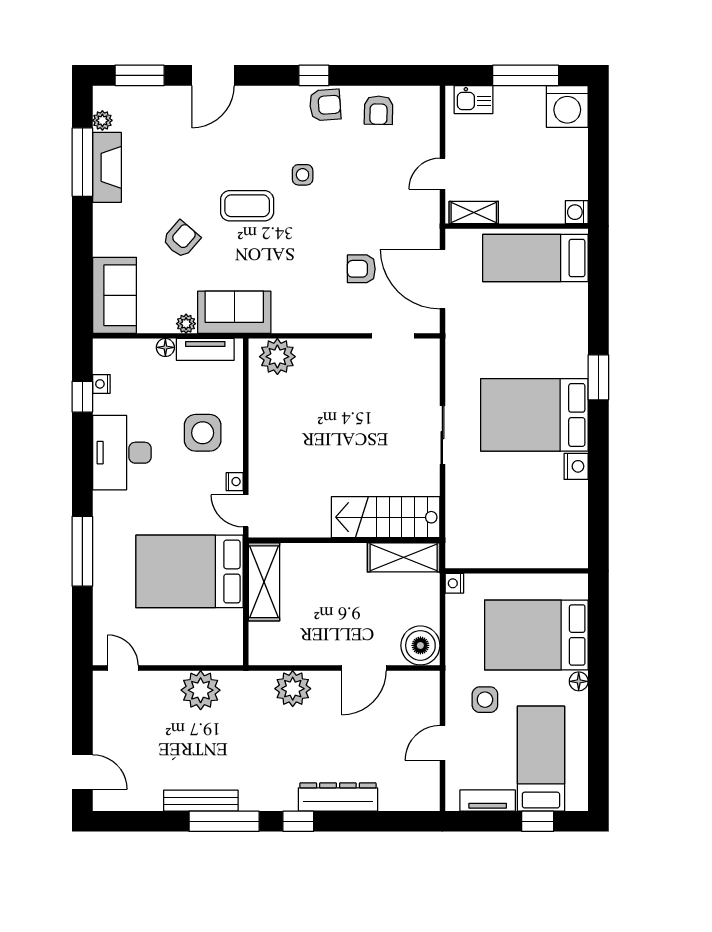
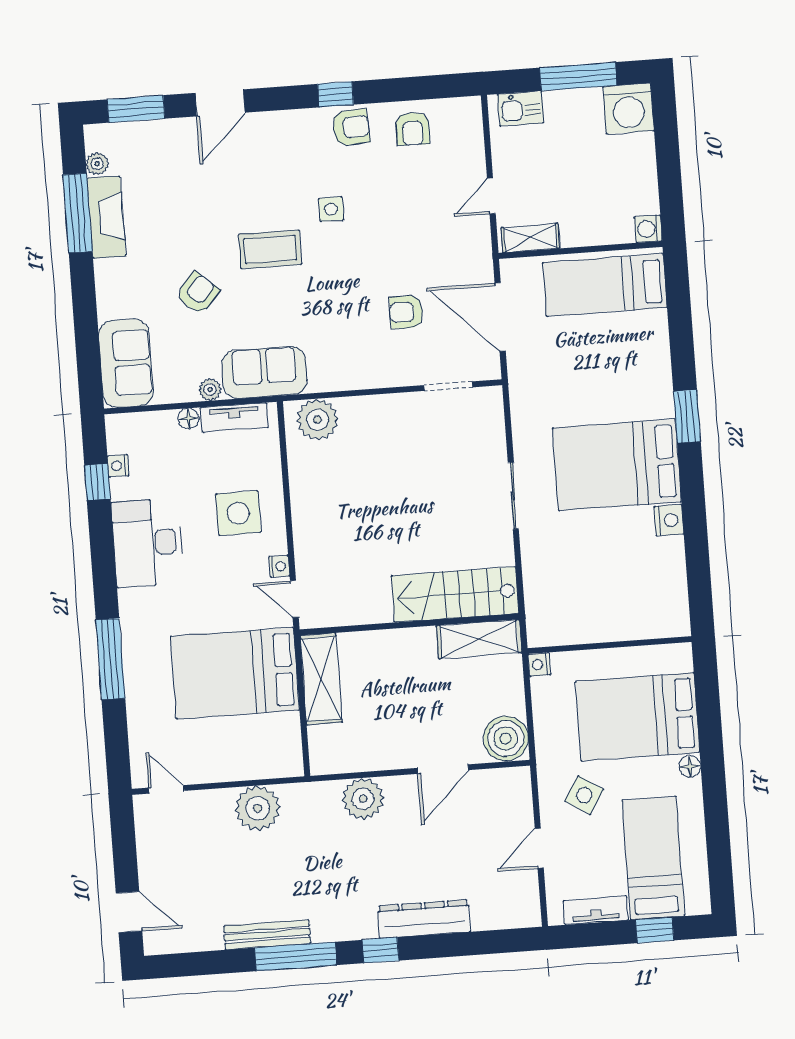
side table: (485, 700) -> (584, 795), turned 32

